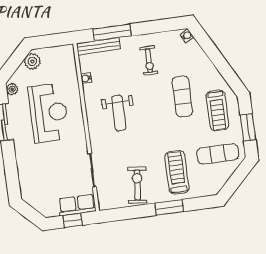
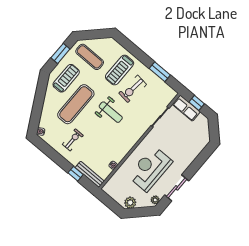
window: (112, 32) -> (76, 174), width x0.46
exercise mat: (182, 96) -> (76, 104), width x1.36, depth x1.45
weight bench: (119, 113) -> (111, 112), moved, turned 90
exercise bike: (137, 185) -> (133, 89), moved
window: (169, 207) -> (160, 72), moved

